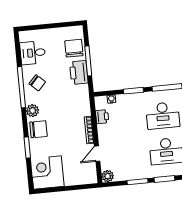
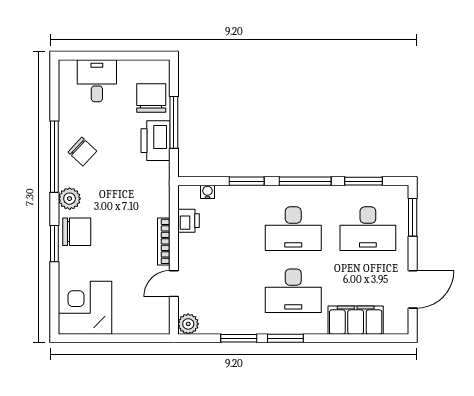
desk: (33, 53) -> (97, 81), moved, turned 90
window: (27, 147) -> (54, 244), moved

